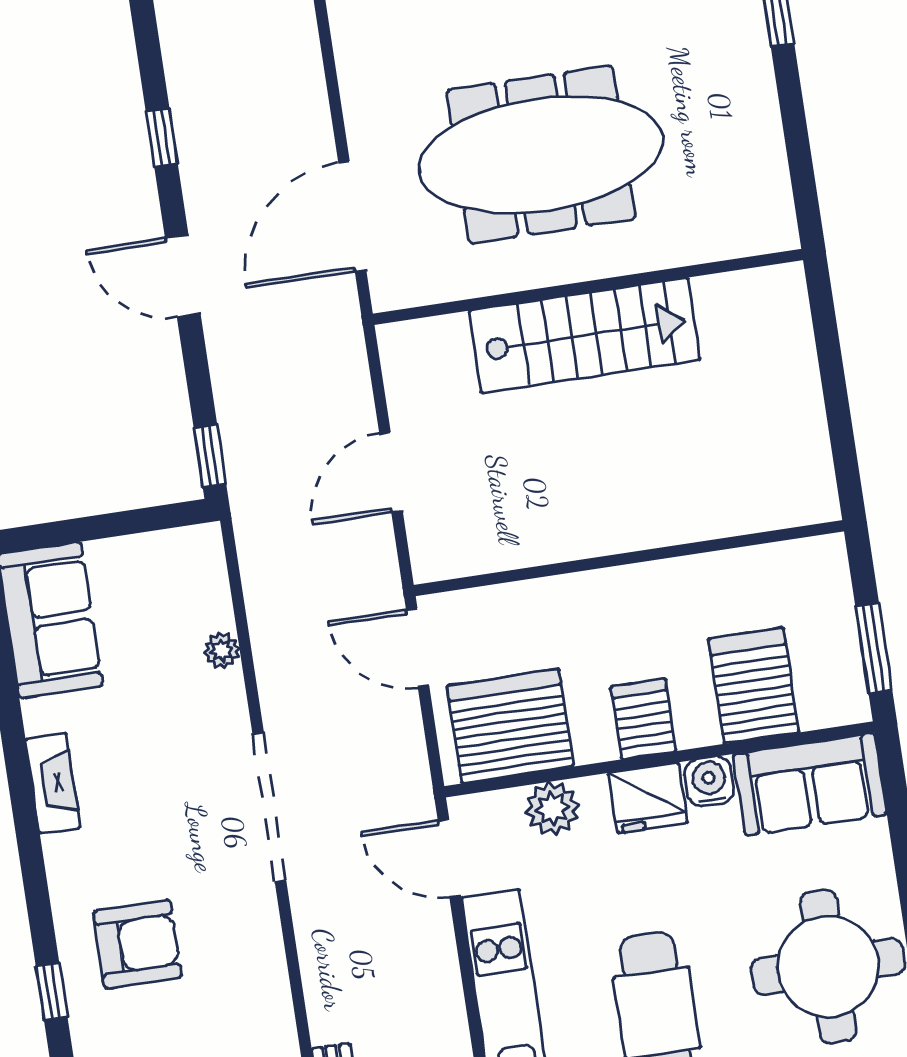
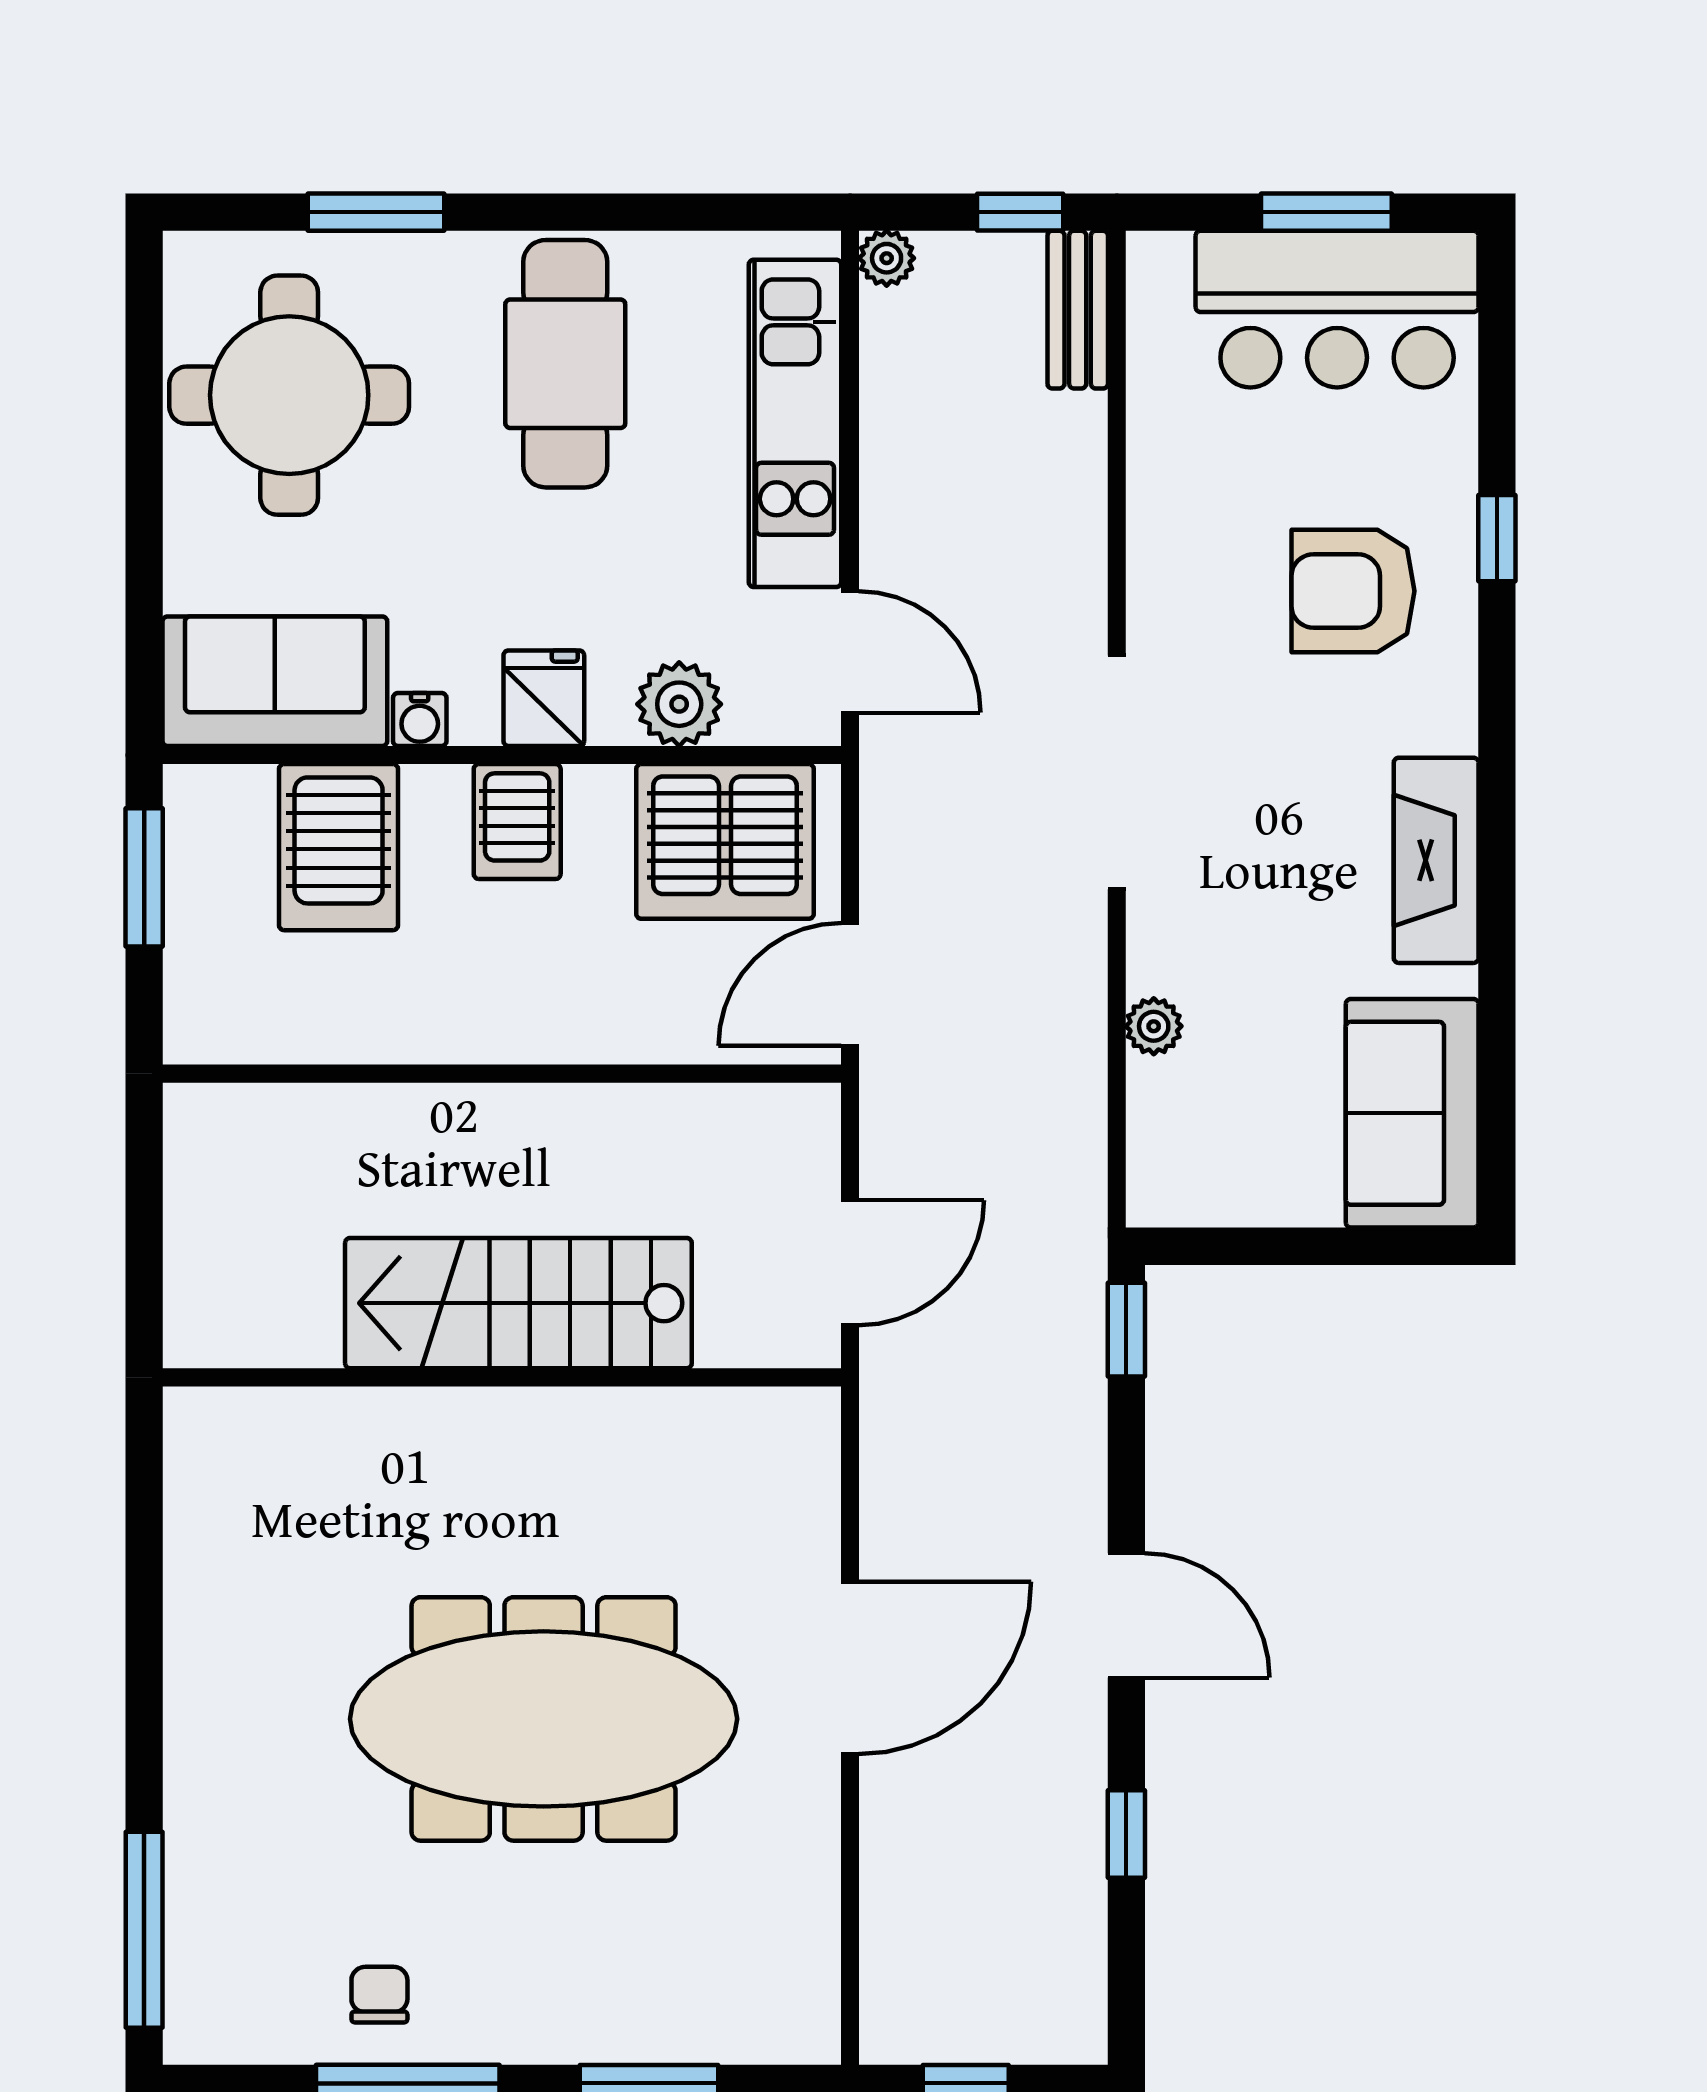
wall: (588, 287) -> (502, 1377), moved
stairs: (585, 335) -> (518, 1303), moved
door: (418, 648) -> (850, 985), swing flipped
water cooler: (709, 781) -> (420, 720), width x0.72, depth x0.72
fireplace: (53, 783) -> (1436, 860), width x1.37, depth x1.32
fridge: (648, 798) -> (544, 698), width x0.72

